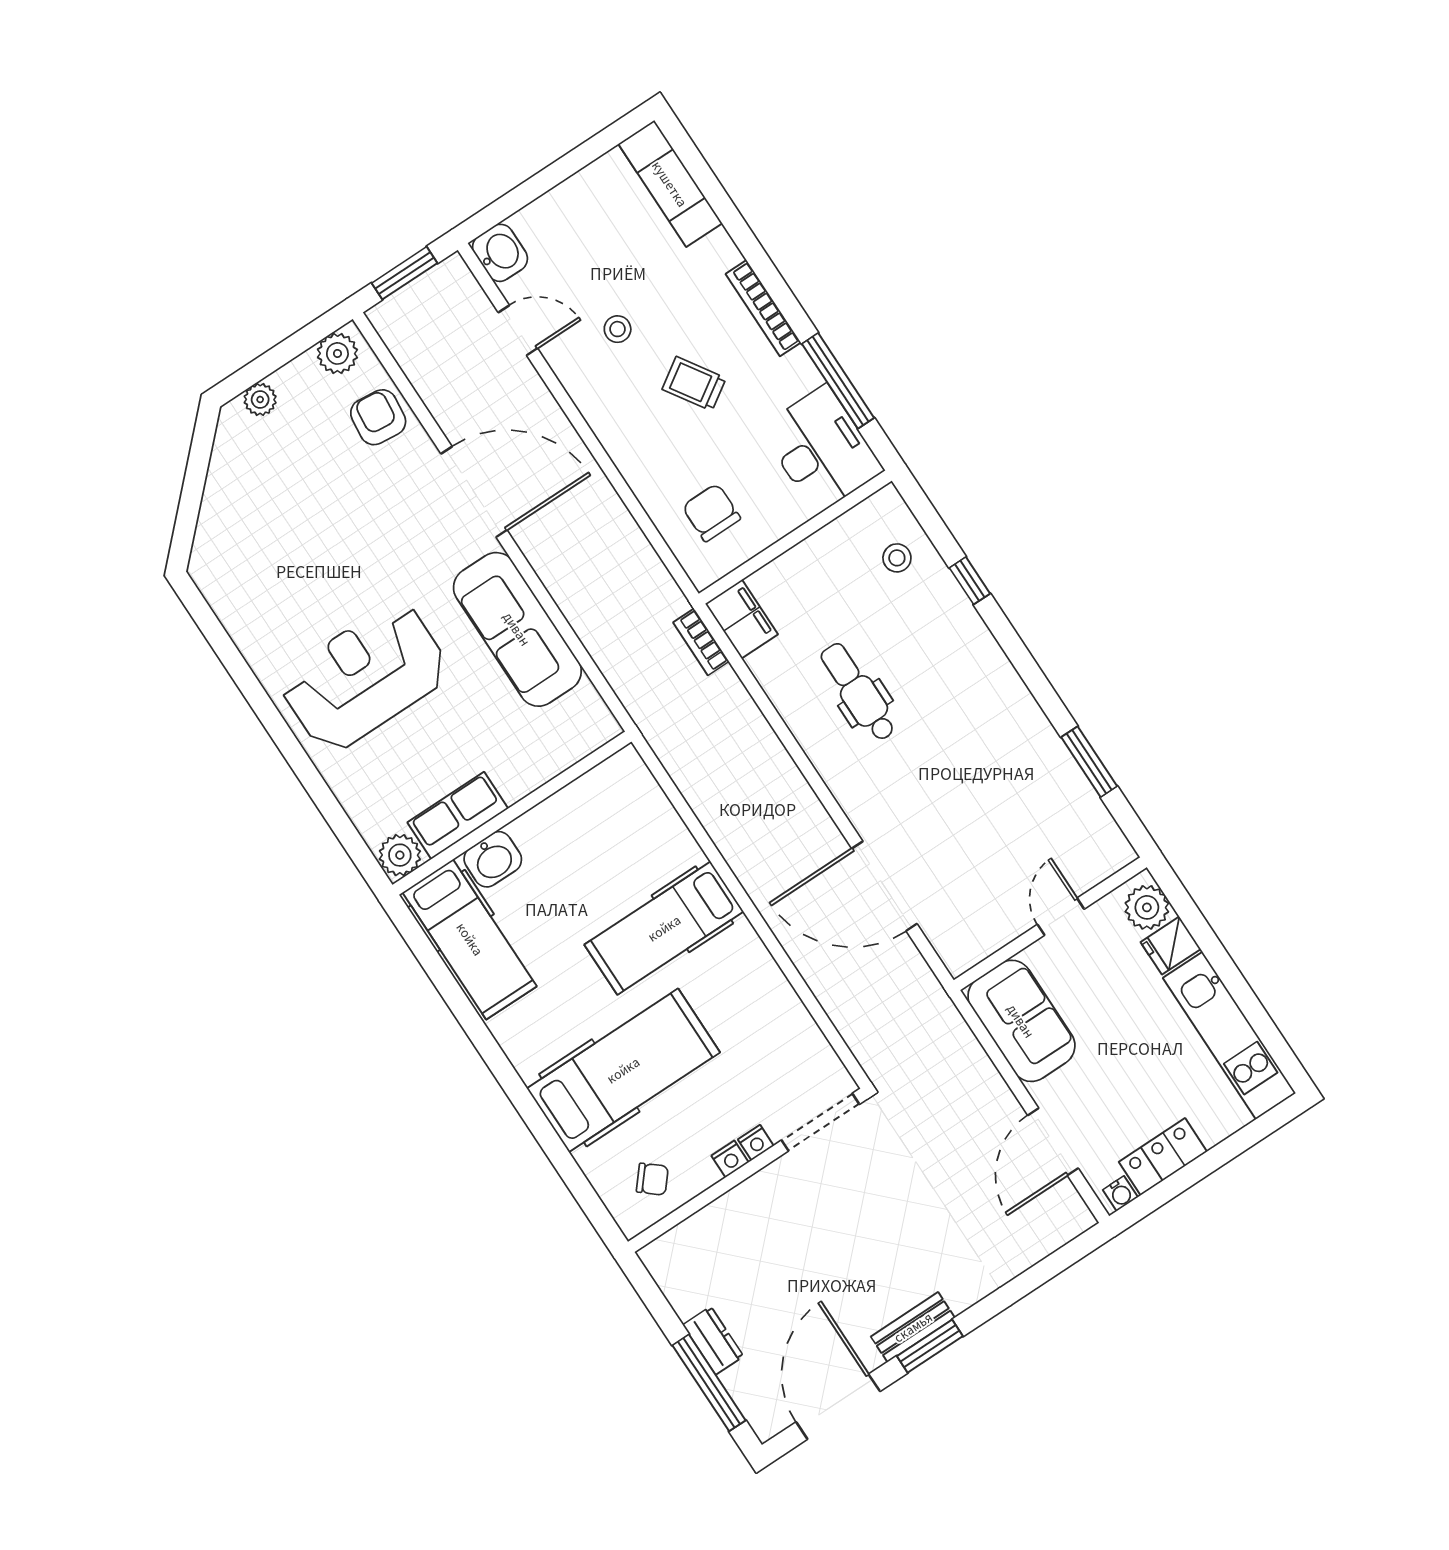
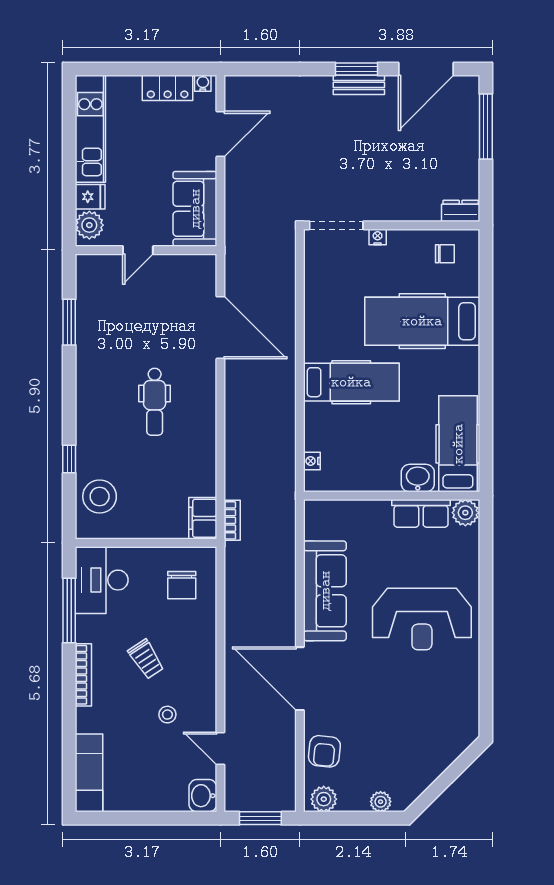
stool: (897, 558) -> (100, 497), width x1.89, depth x1.89
dental chair: (858, 692) -> (155, 402), moved
nightstand: (730, 1159) -> (312, 461), moved, turned -90
chair: (652, 1179) -> (445, 254), turned 140
dresser: (713, 1341) -> (461, 211), moved, turned 90

